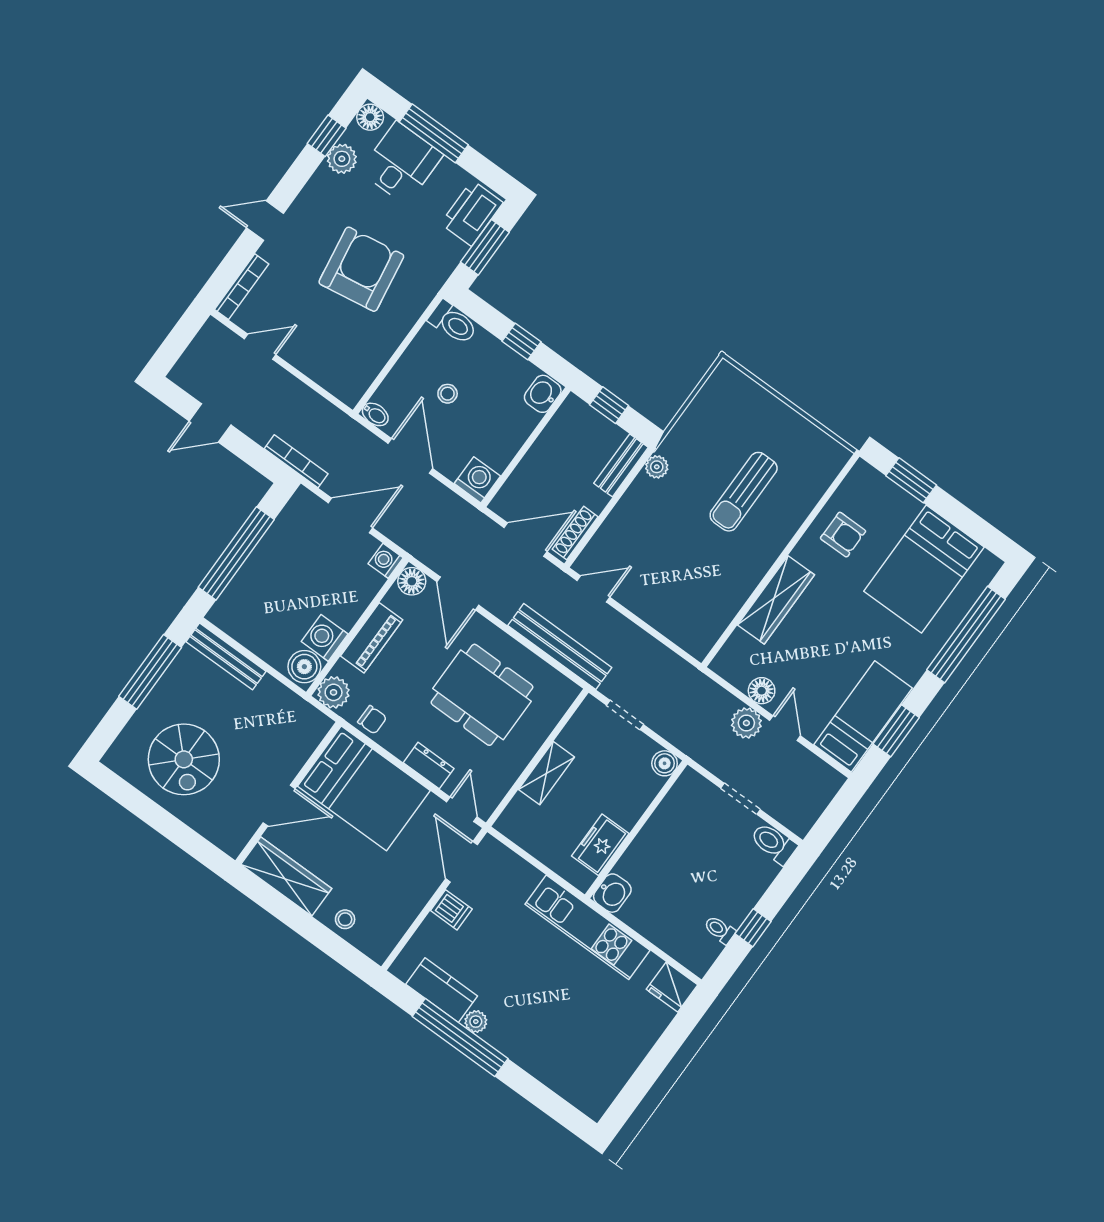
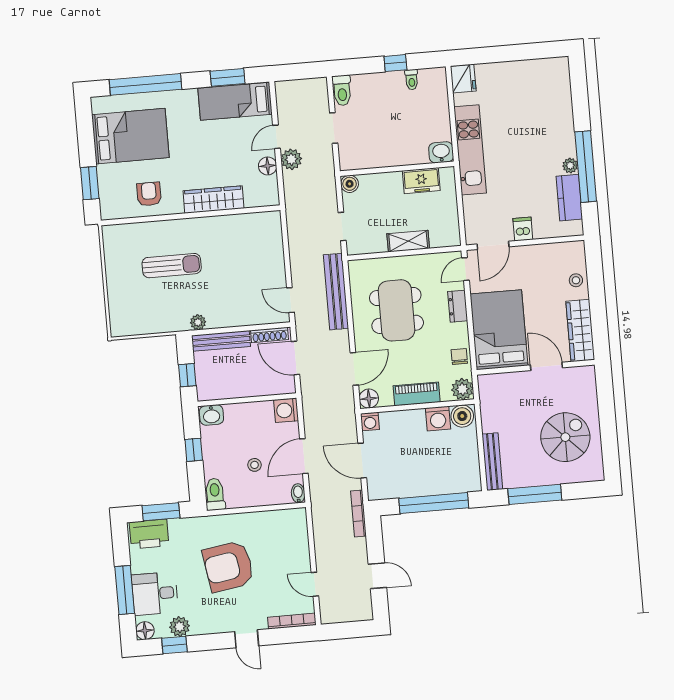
bench: (621, 465) -> (221, 341), width x1.36

